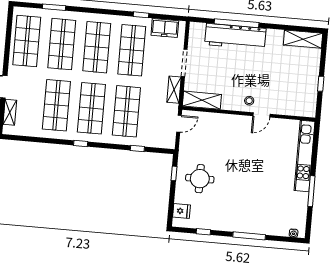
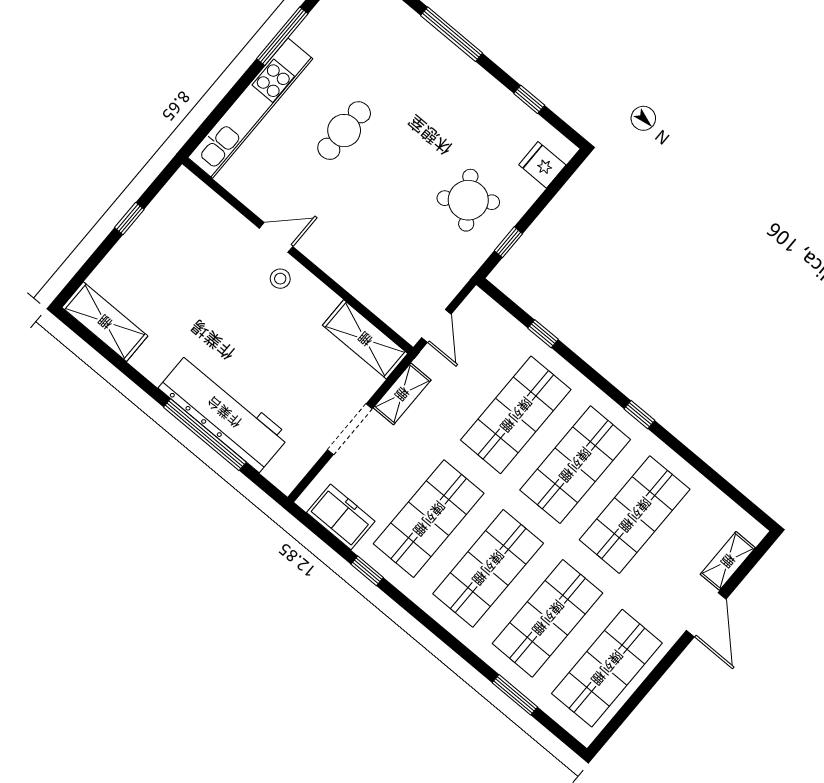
door: (179, 124) -> (436, 326), swing flipped
cafe table: (264, 172) -> (344, 131), added
round table: (200, 179) -> (468, 200), turned -35

